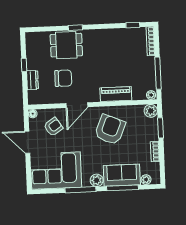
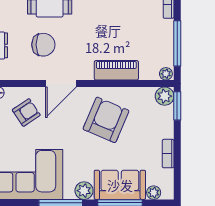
window: (160, 128) -> (177, 106), moved

